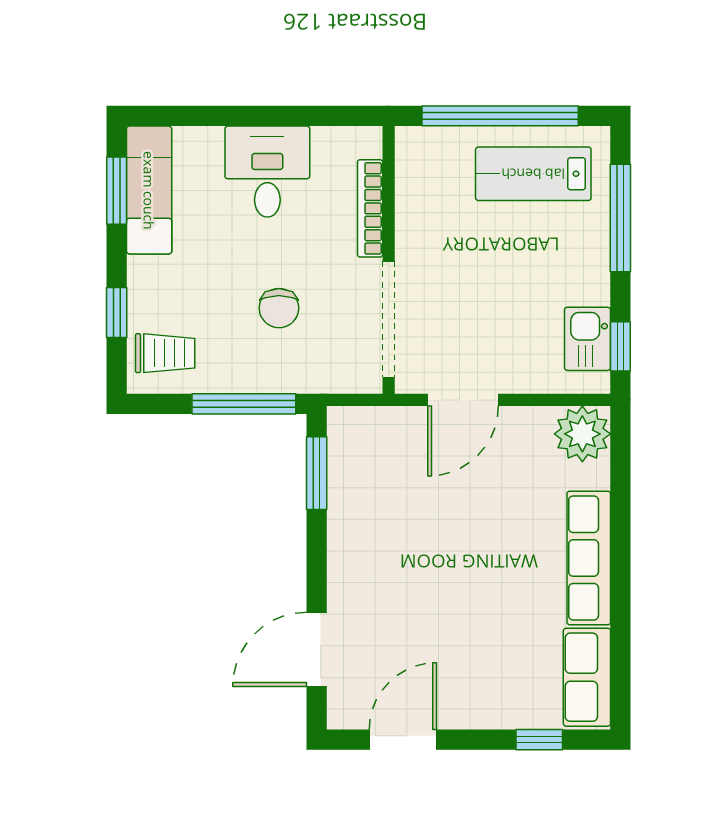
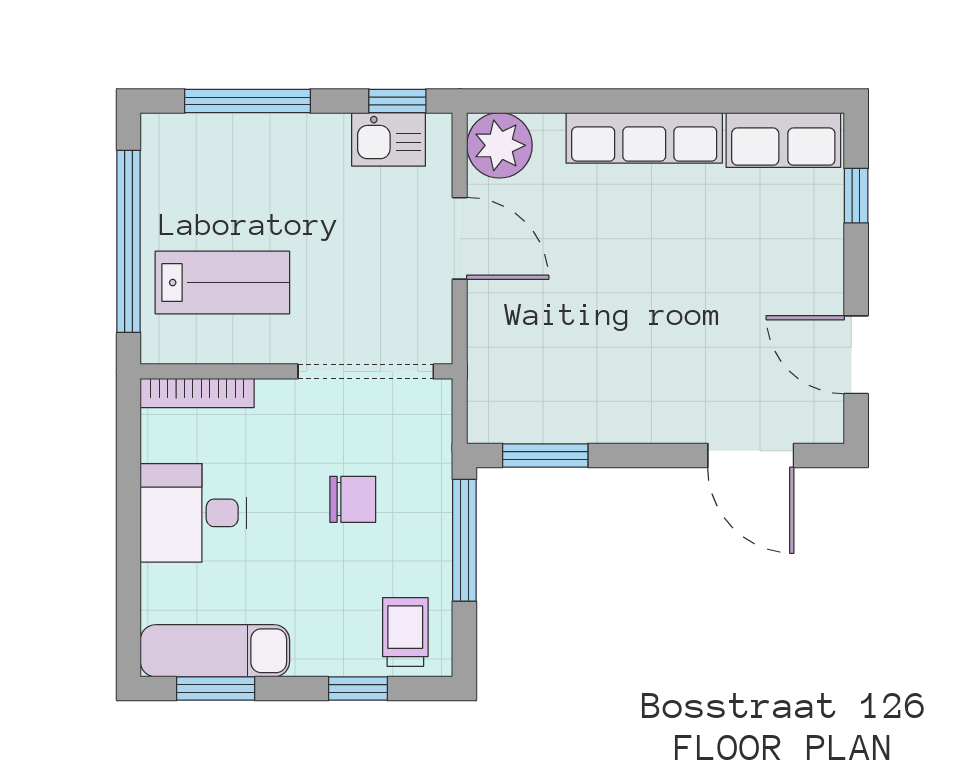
lab bench: (533, 174) -> (222, 283), moved, turned -90
bookcase: (370, 208) -> (197, 393), moved
door: (463, 400) -> (460, 238), moved

